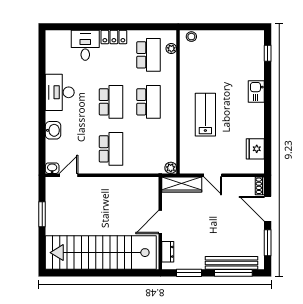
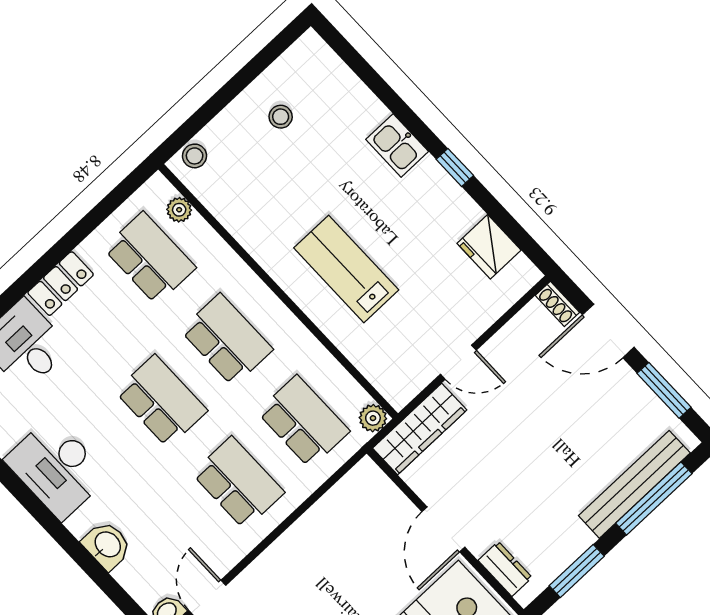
stool: (229, 49) -> (281, 117), added
window: (268, 53) -> (455, 167), moved
school desk: (148, 149) -> (303, 422), added

